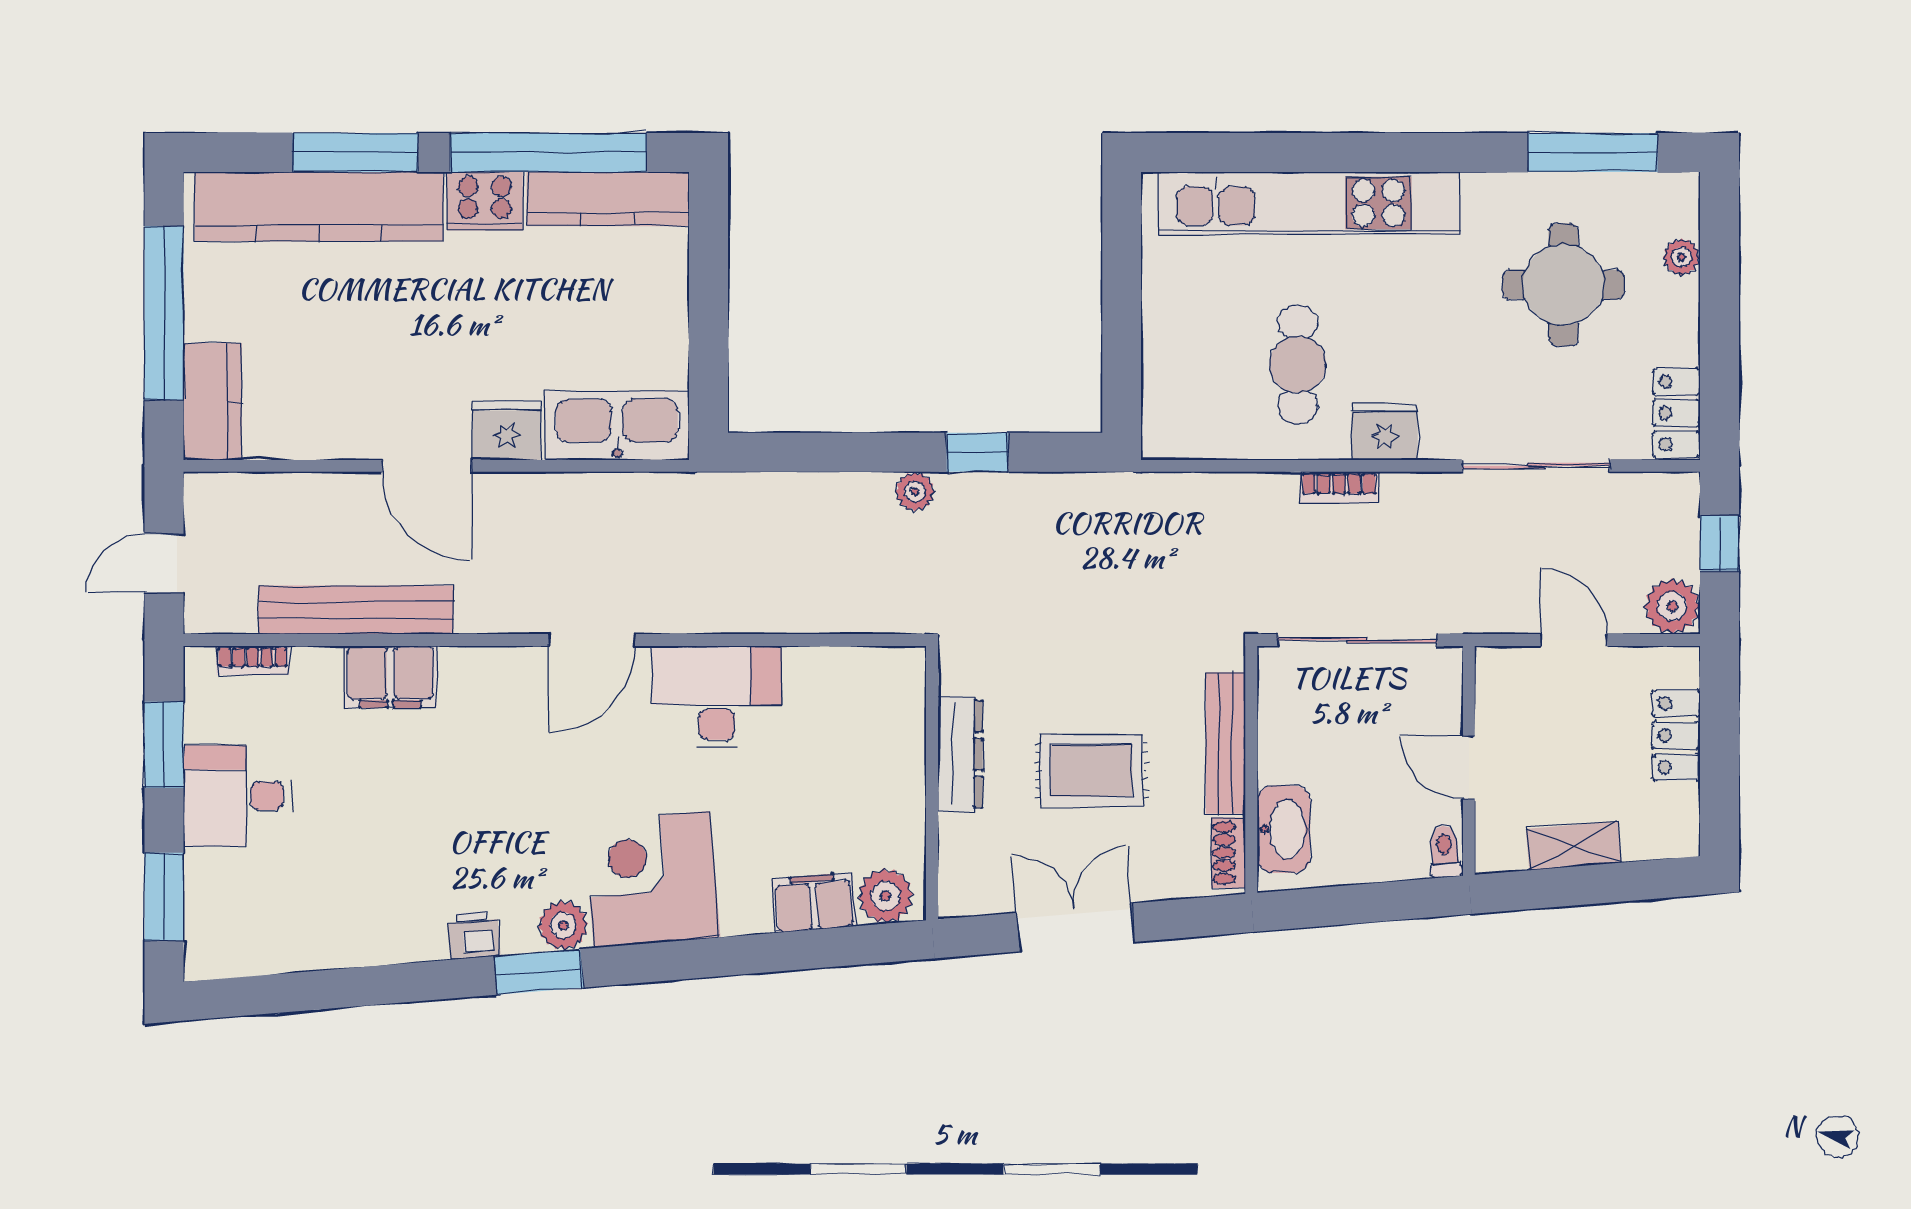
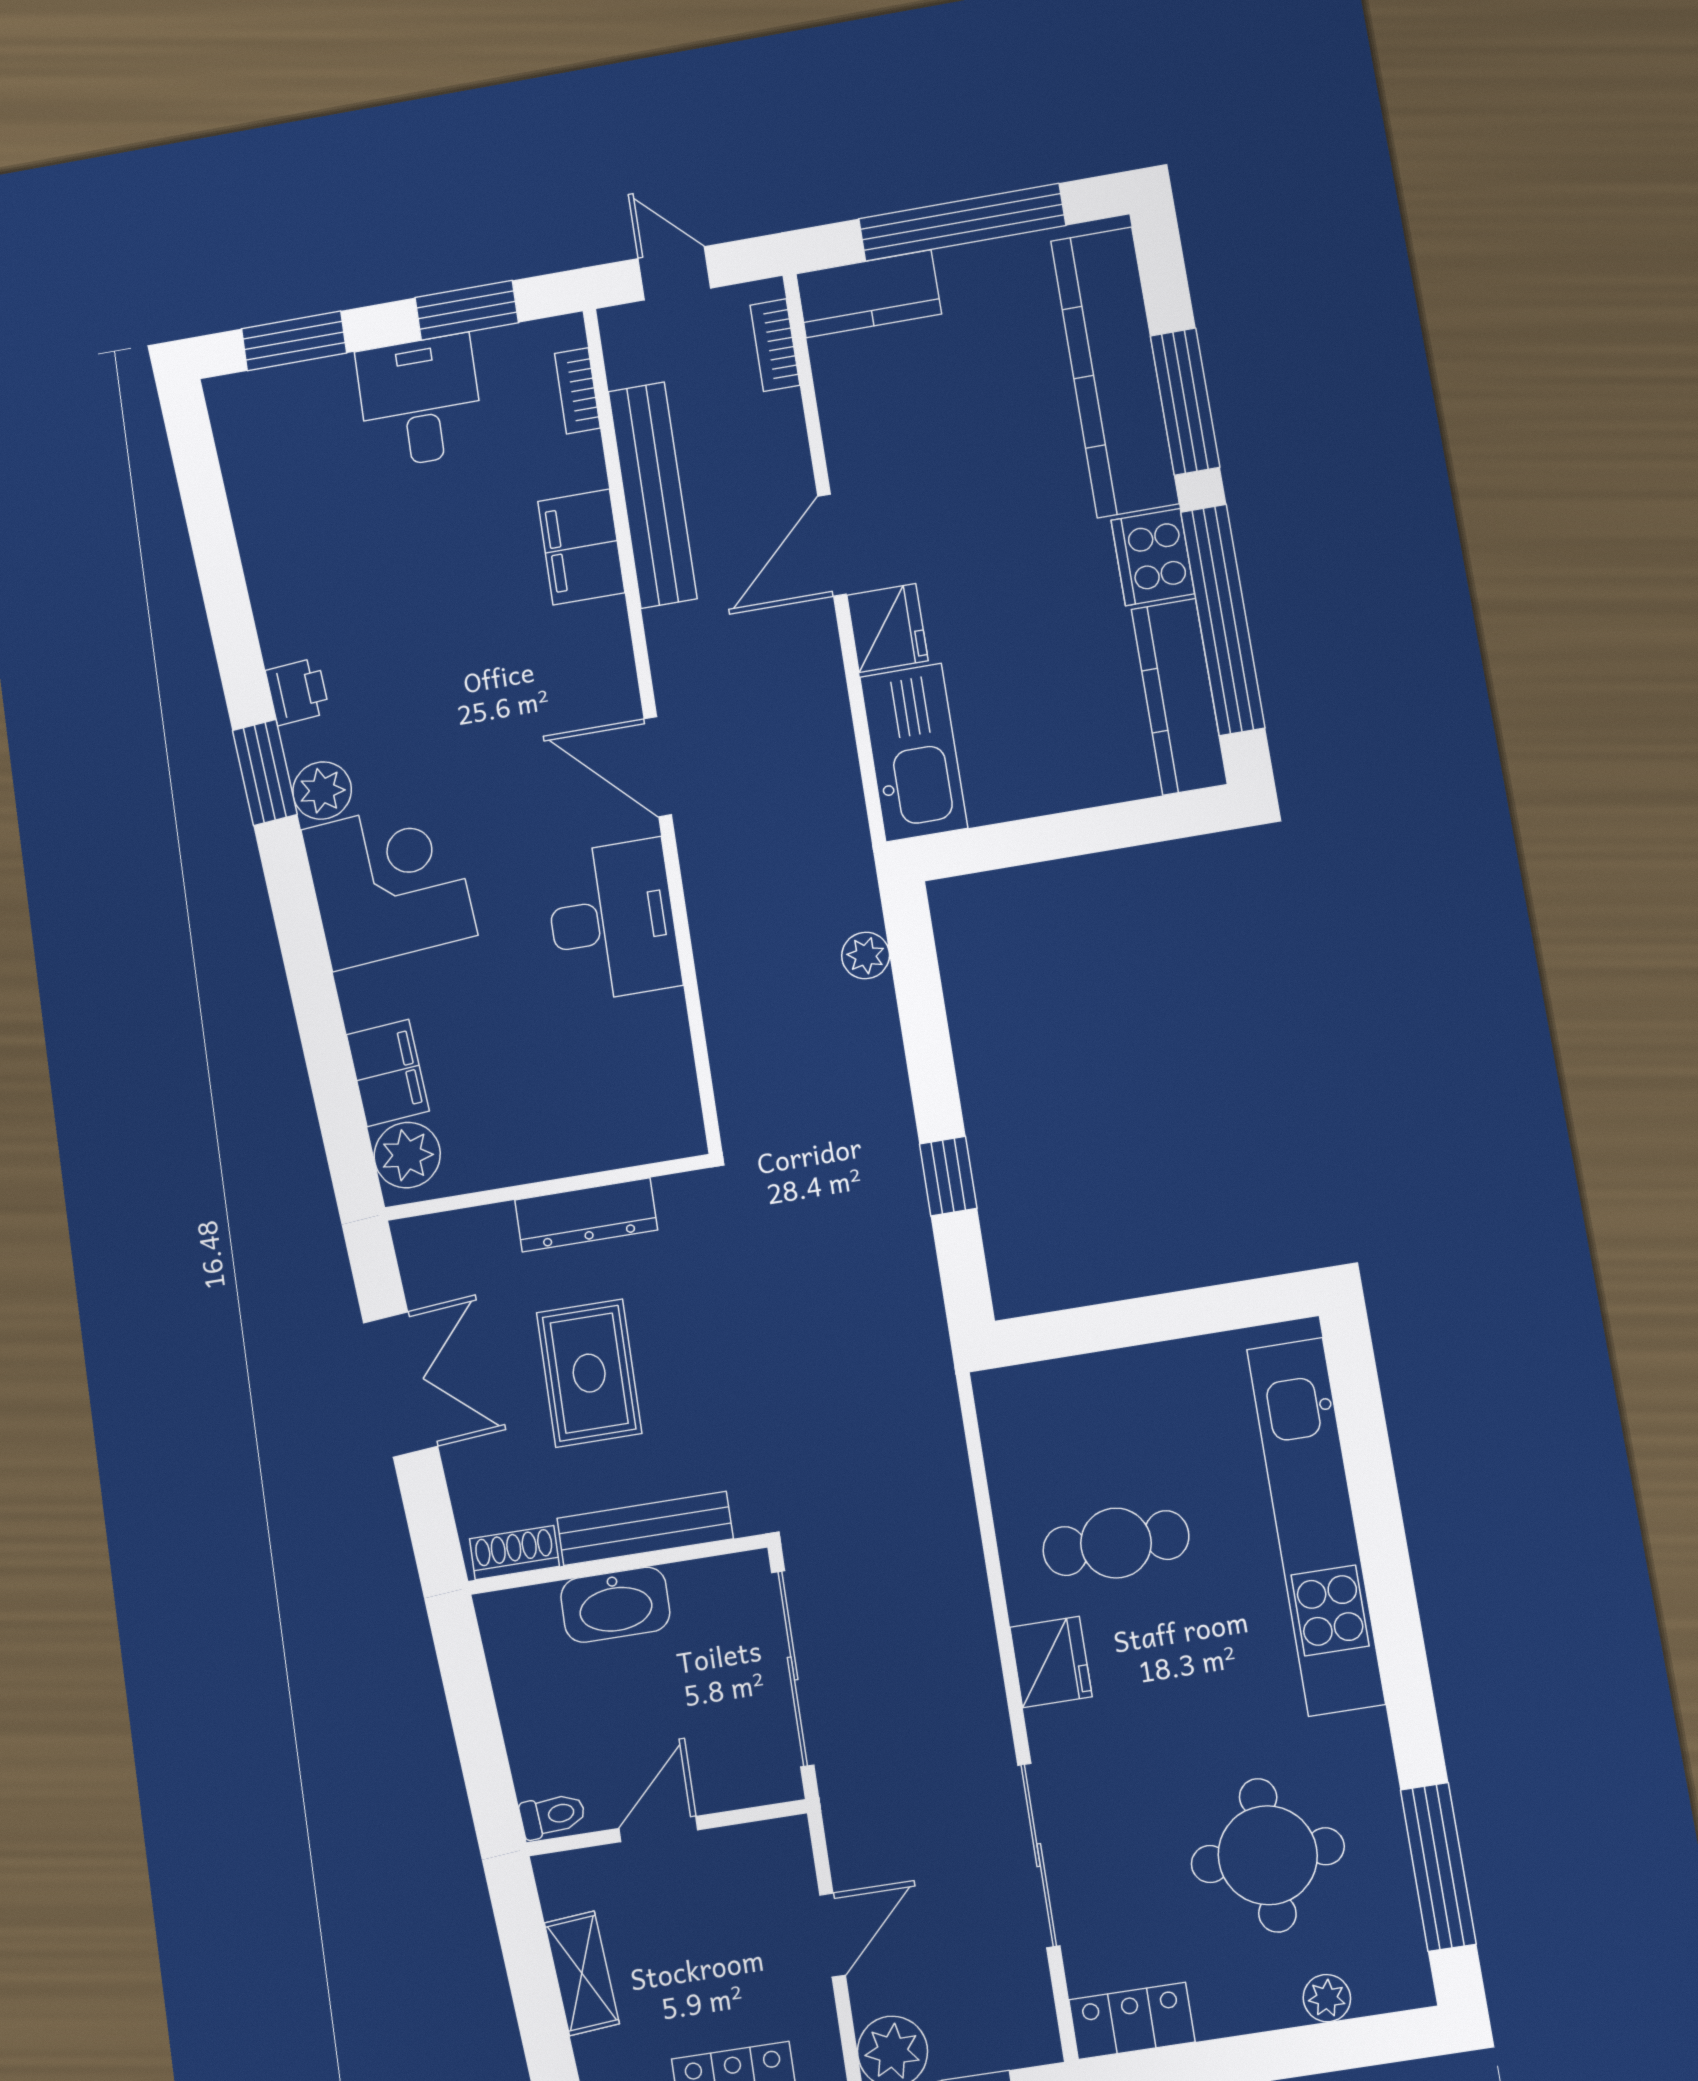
bookcase: (1339, 487) -> (775, 345), moved
plant: (915, 492) -> (866, 955), moved
washbasin: (1284, 829) -> (615, 1605), moved

